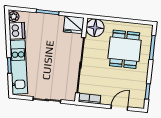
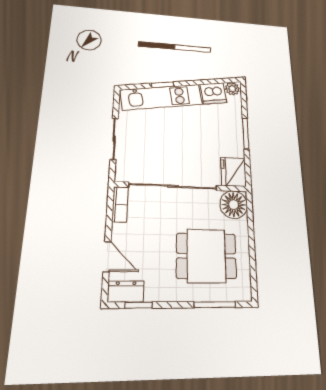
dresser: (140, 98) -> (126, 292), added

